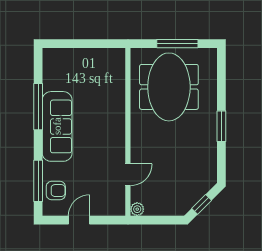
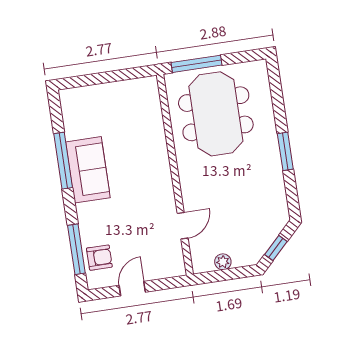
window: (177, 44) -> (196, 64), moved
sofa: (57, 126) -> (88, 170), width x0.73
plant: (137, 209) -> (223, 262), moved

